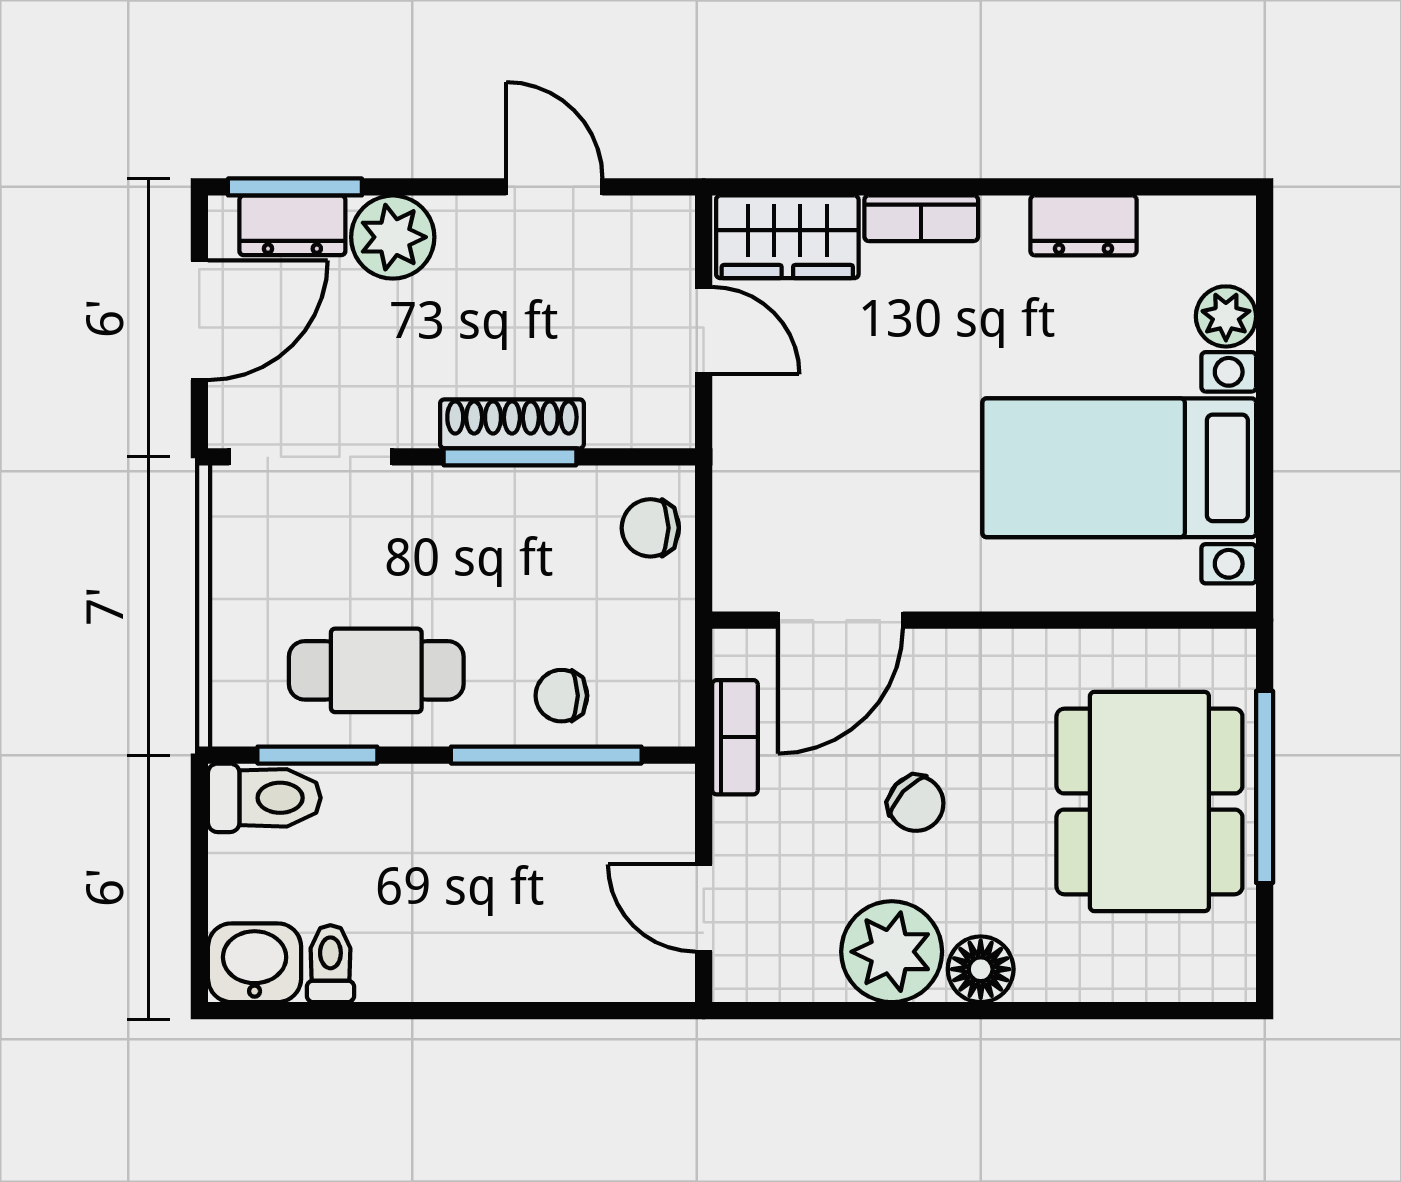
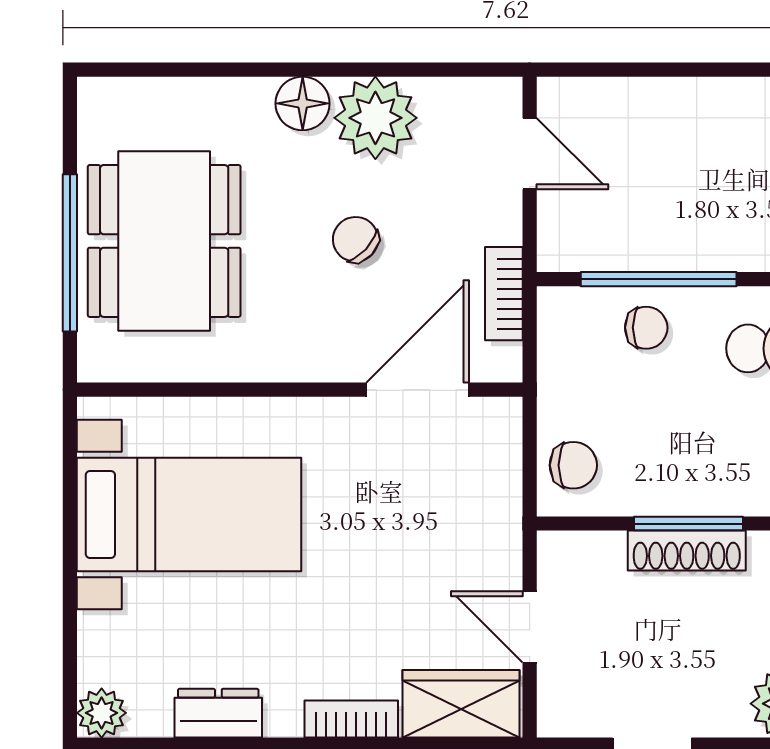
plant: (1226, 316) -> (102, 713), moved

